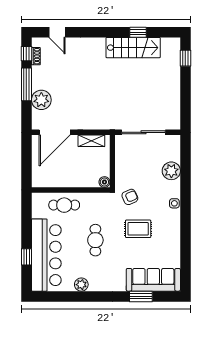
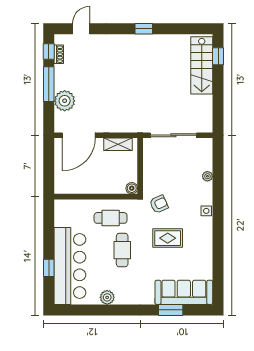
door: (57, 32) -> (81, 29), swing flipped
window: (138, 32) -> (144, 29), moved
stairs: (133, 48) -> (202, 65), moved, turned 90
plant: (171, 171) -> (207, 176), width x0.53, depth x0.53
cafe table: (64, 205) -> (111, 218), moved

